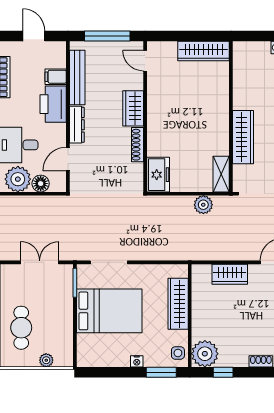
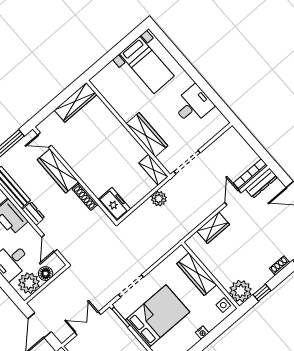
wardrobe: (133, 108) -> (58, 171), width x1.50
dresser: (77, 125) -> (33, 214), width x0.70
window: (161, 372) -> (223, 326), removed

